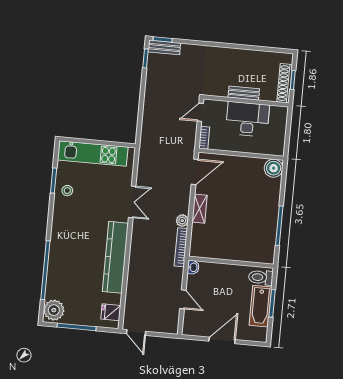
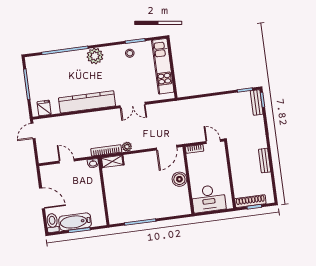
bench: (244, 93) -> (265, 161), moved
desk: (248, 119) -> (209, 199), moved, turned 90
boiler: (274, 168) -> (179, 179), moved
door: (195, 172) -> (167, 148), hinge flipped
shelving: (199, 209) -> (112, 161), moved
toilet: (261, 277) -> (52, 223), moved
door: (183, 299) -> (67, 161), swing flipped
plant: (54, 310) -> (95, 56), moved

